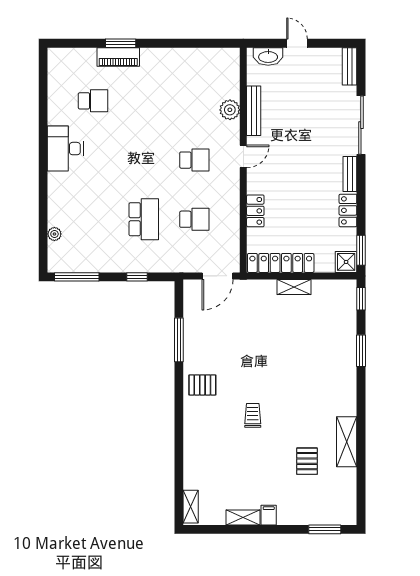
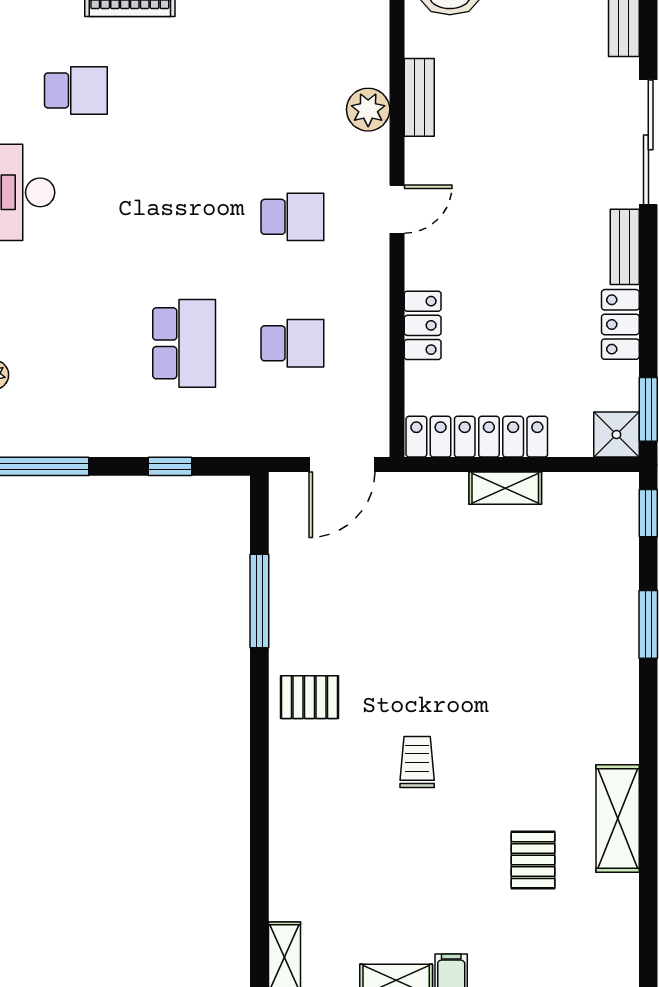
bench: (254, 111) -> (419, 97), width x0.73

